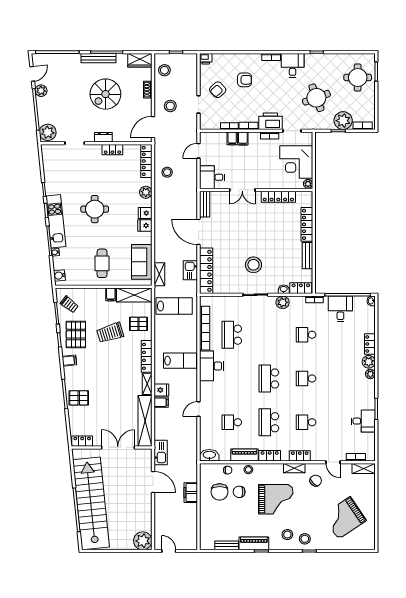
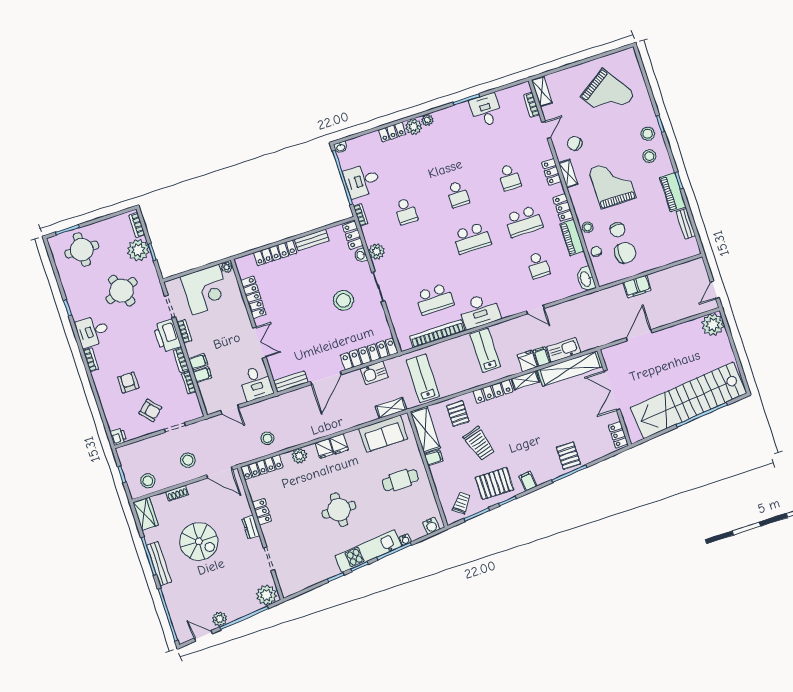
kitchen sink: (161, 453) -> (564, 350), moved

